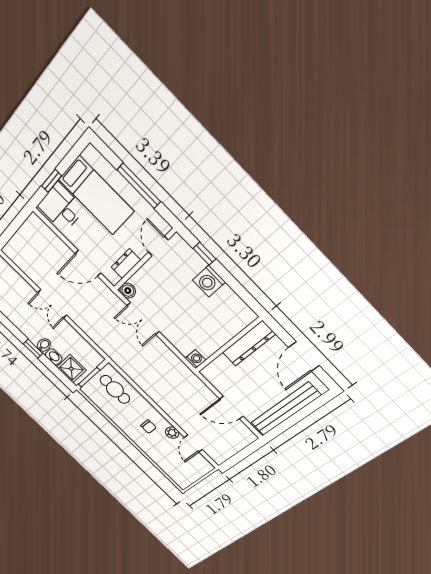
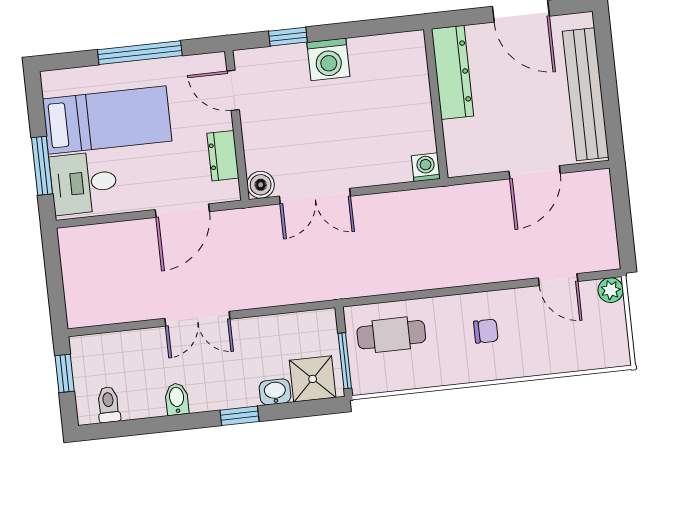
window: (52, 181) -> (42, 166), width x1.50
bidet: (44, 345) -> (177, 399), moved
plant: (172, 433) -> (611, 290), moved

